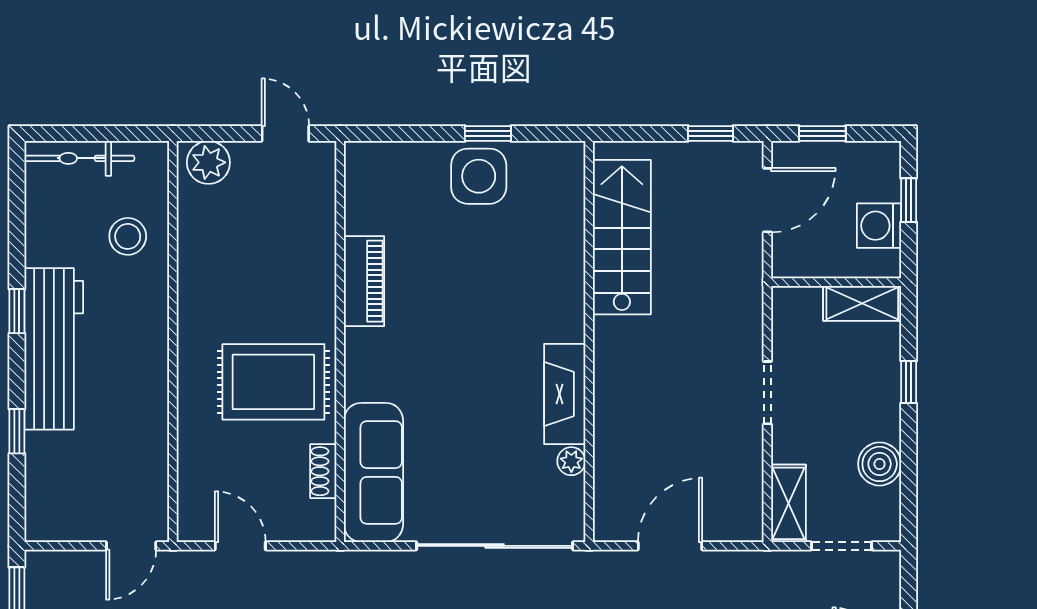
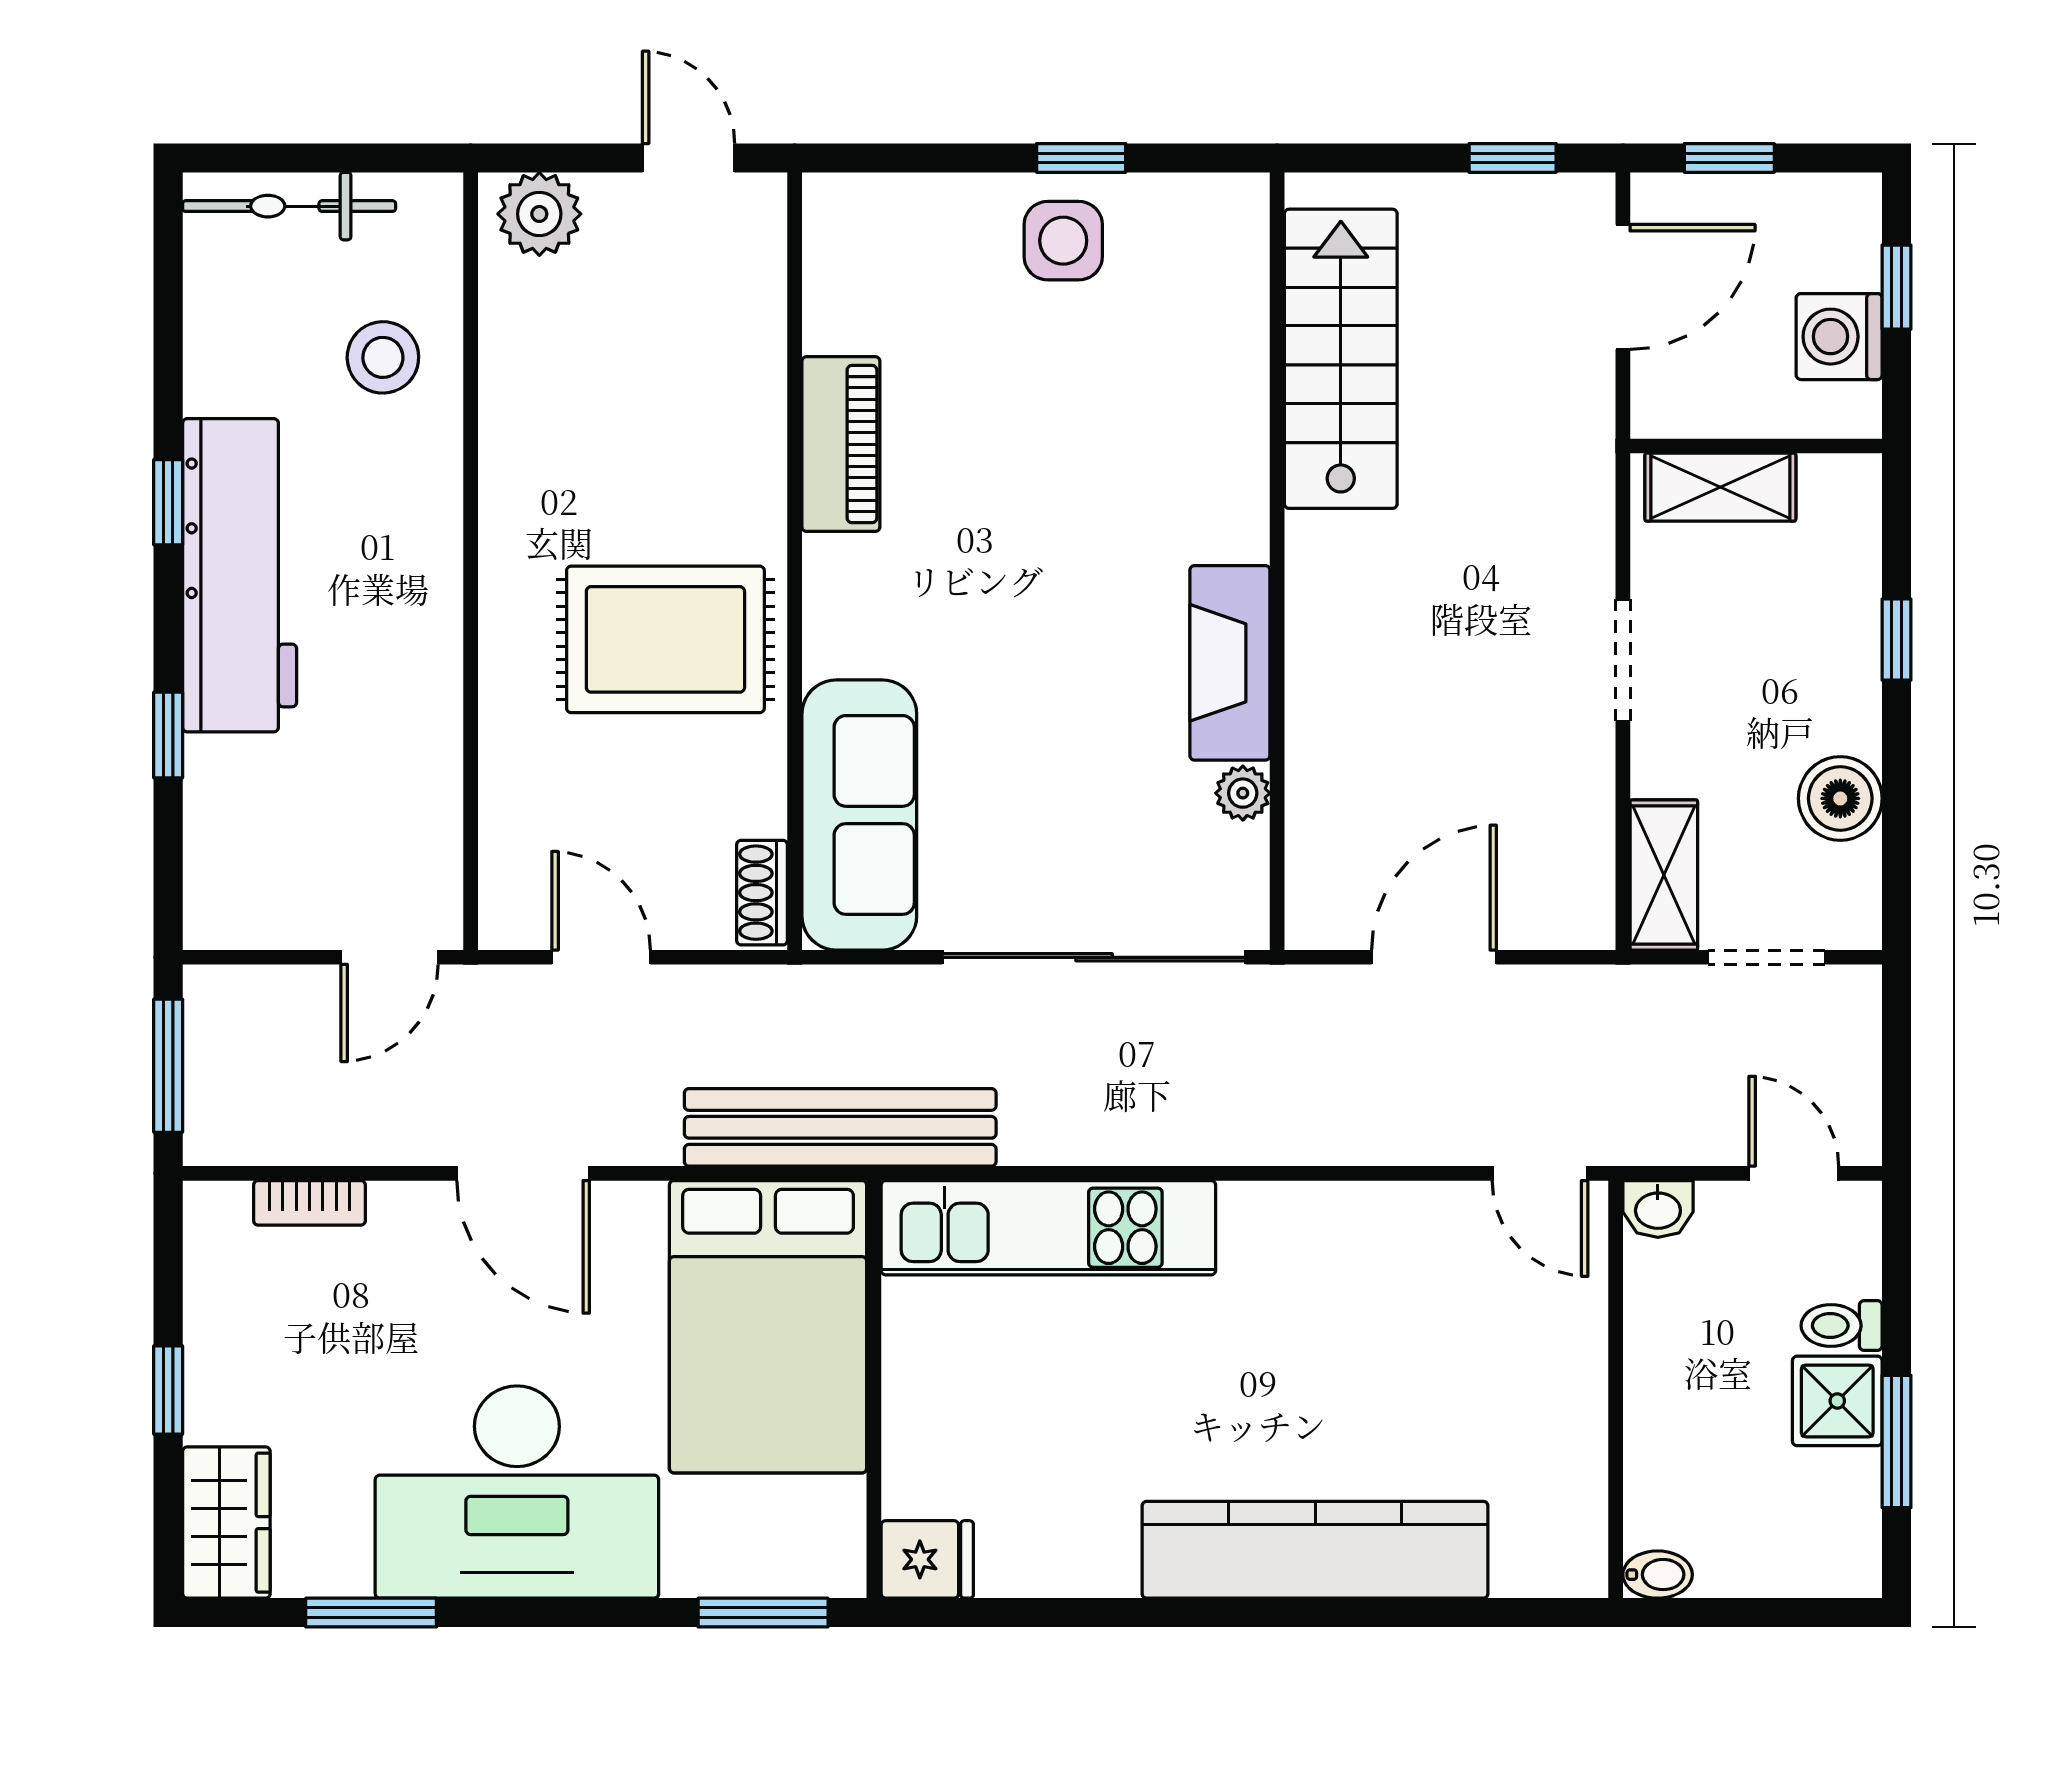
side table: (479, 176) -> (1063, 241), width x0.73, depth x0.73
shelving: (862, 303) -> (1720, 487), moved
shoe rack: (323, 471) -> (762, 893), moved

